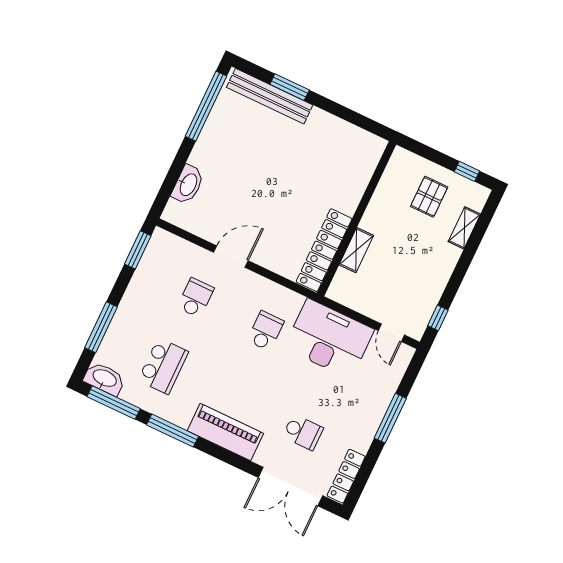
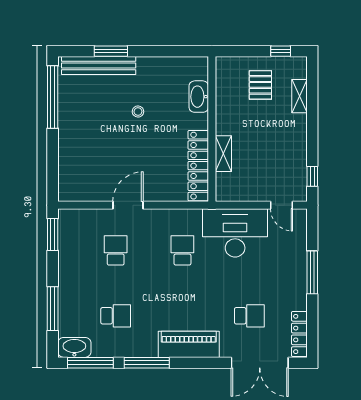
stool: (288, 164) -> (138, 112), added
washbasin: (188, 184) -> (199, 97), moved, turned 180
school desk: (163, 366) -> (116, 316), width x0.54

